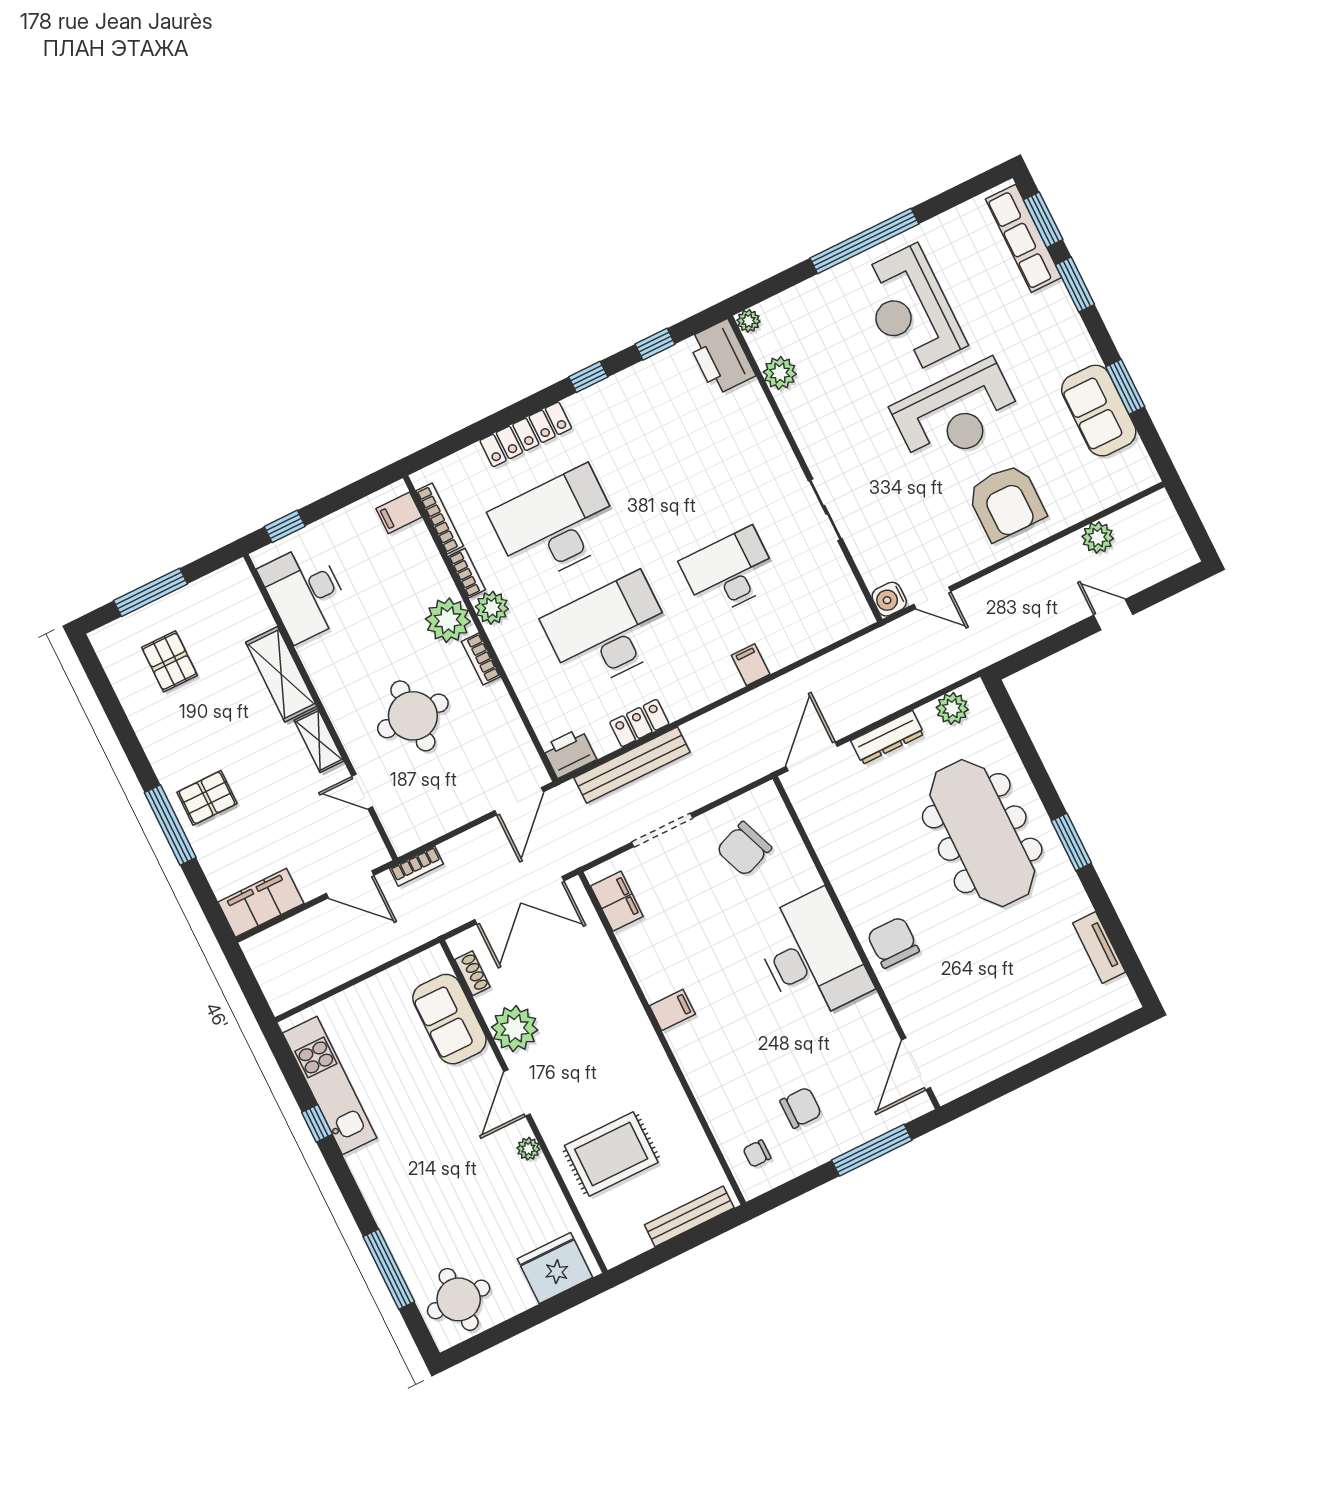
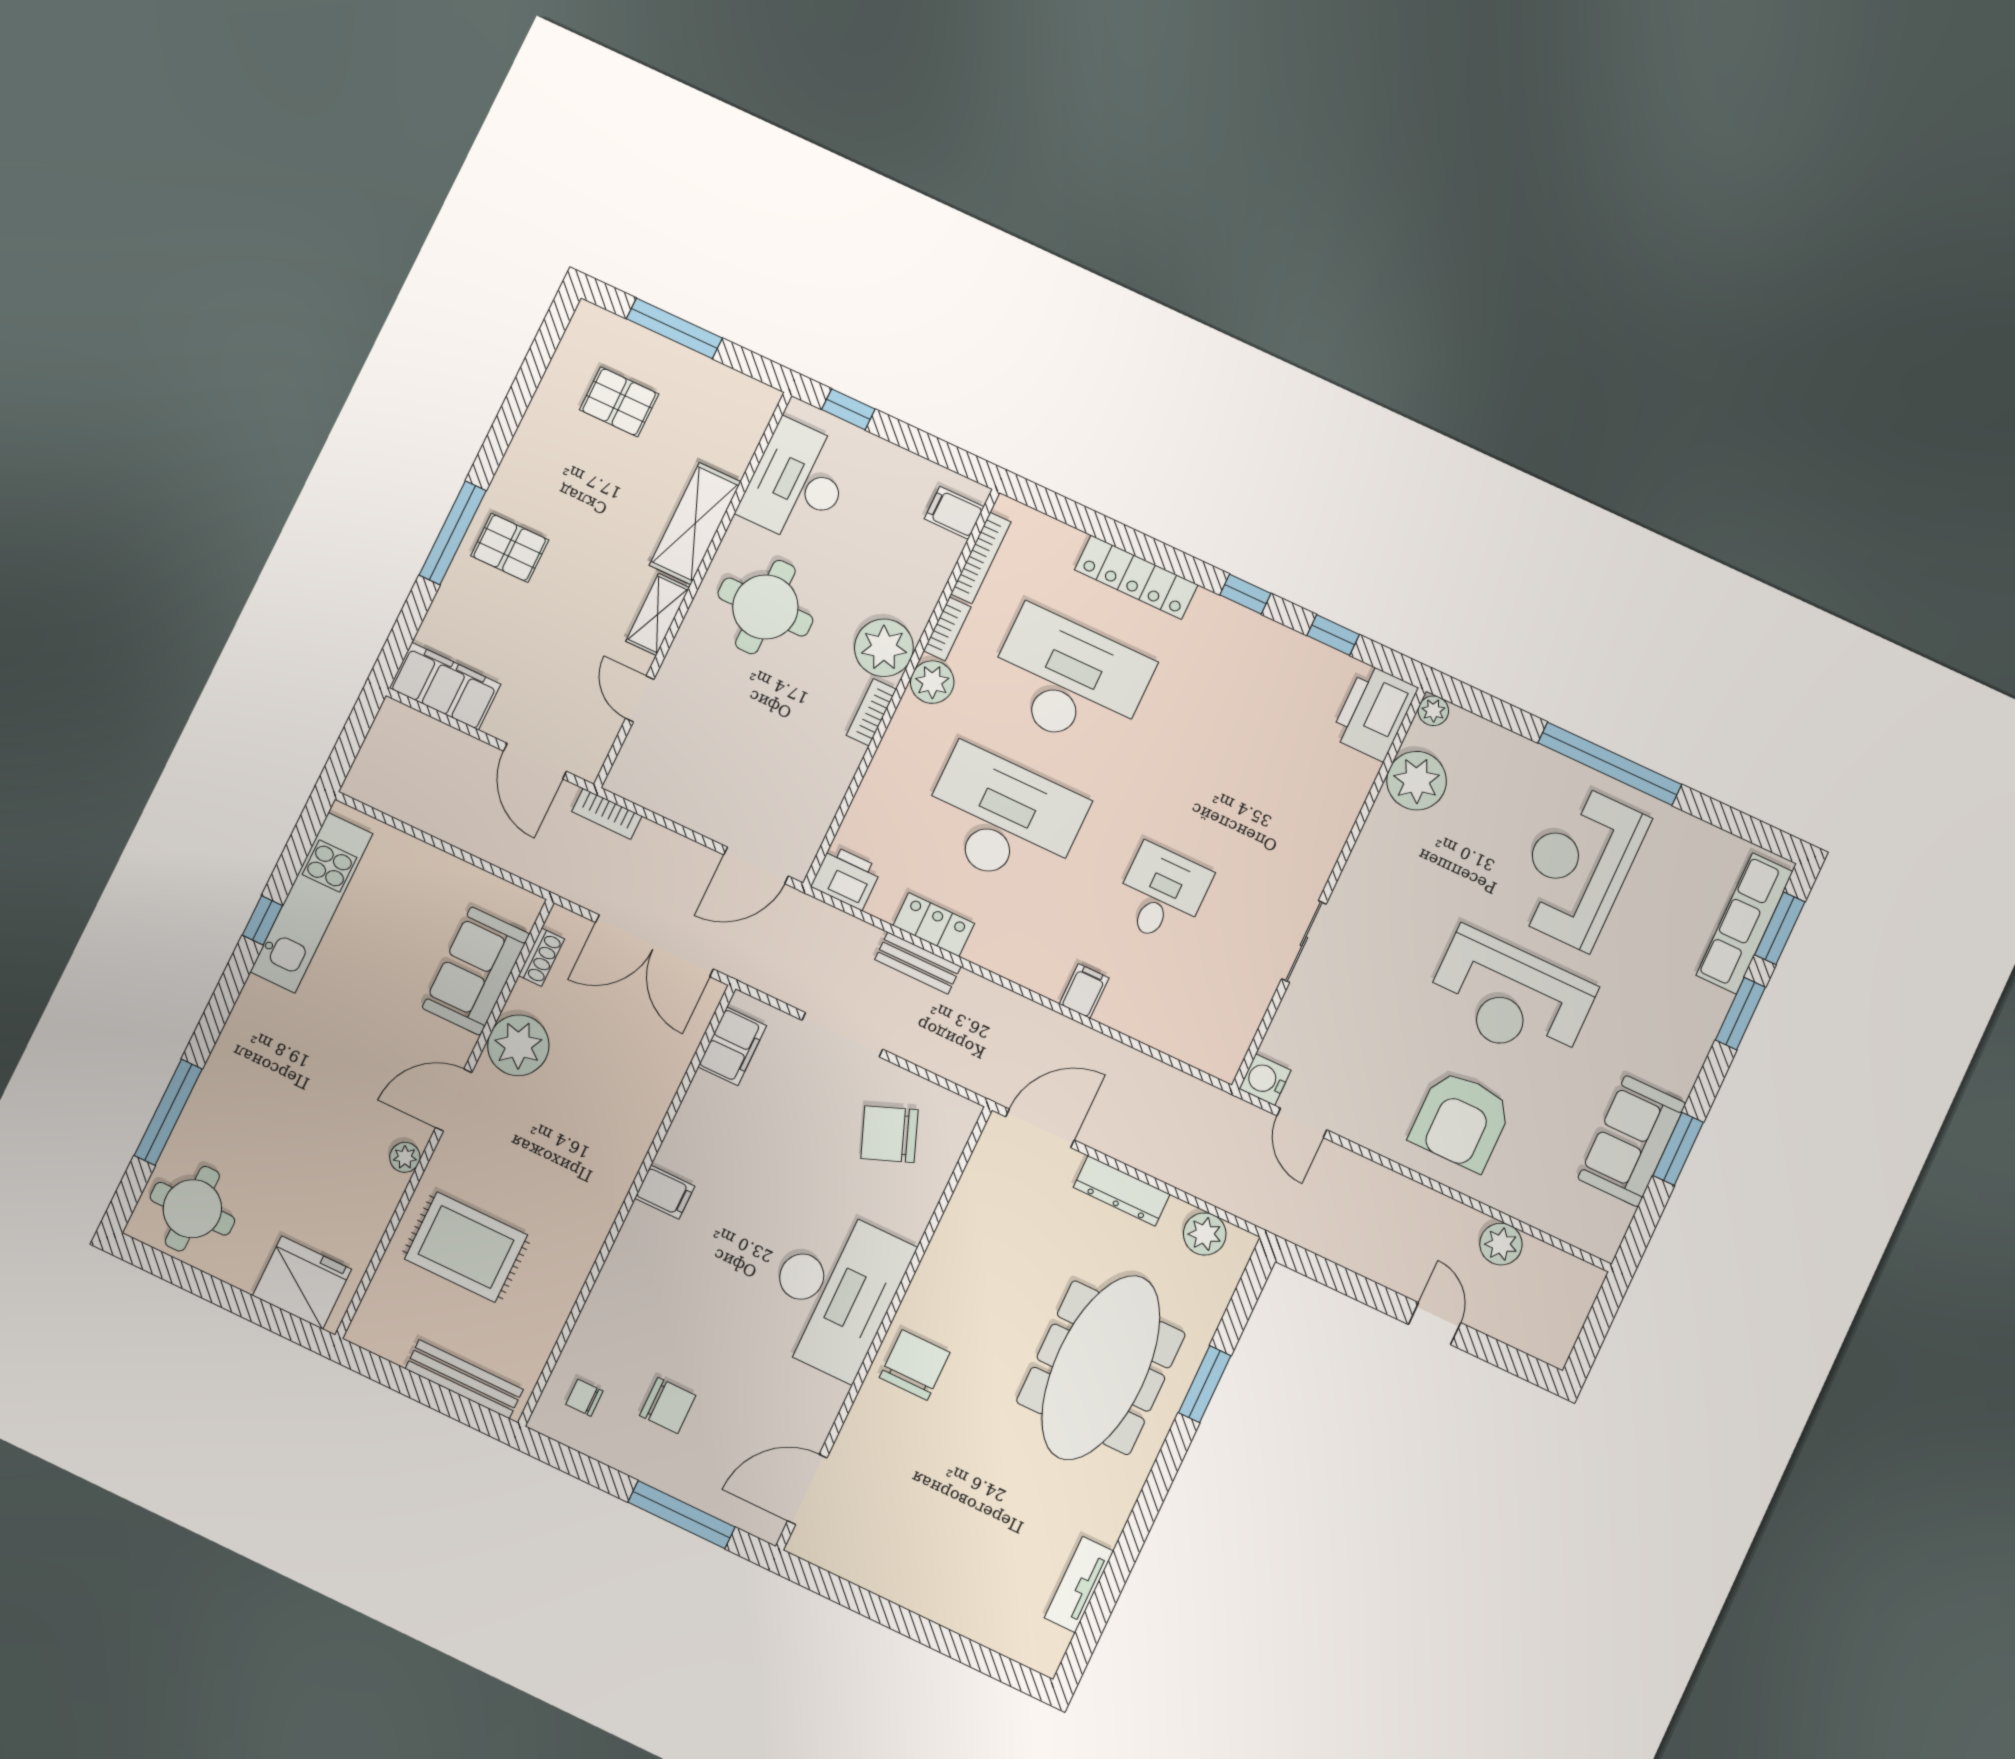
plant: (780, 373) -> (1417, 781), width x1.36, depth x1.36
desk: (729, 572) -> (1162, 894), width x0.73
pallet: (170, 661) -> (619, 402), turned 90
round table: (413, 716) -> (765, 607), moved
bench: (632, 765) -> (918, 963), width x0.54, depth x0.82
window: (1071, 842) -> (1205, 1384), moved

